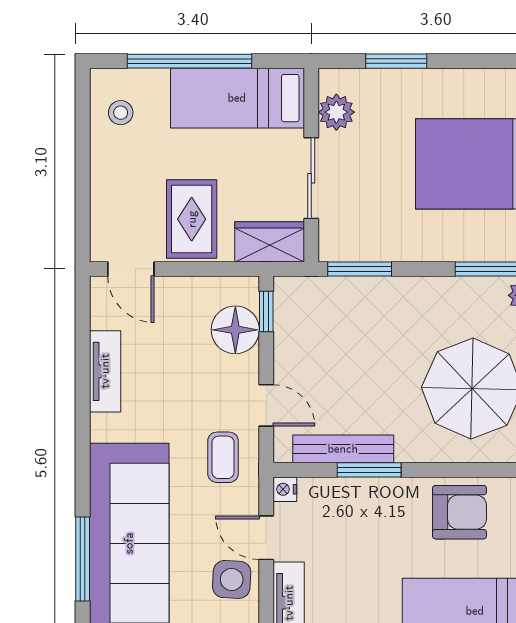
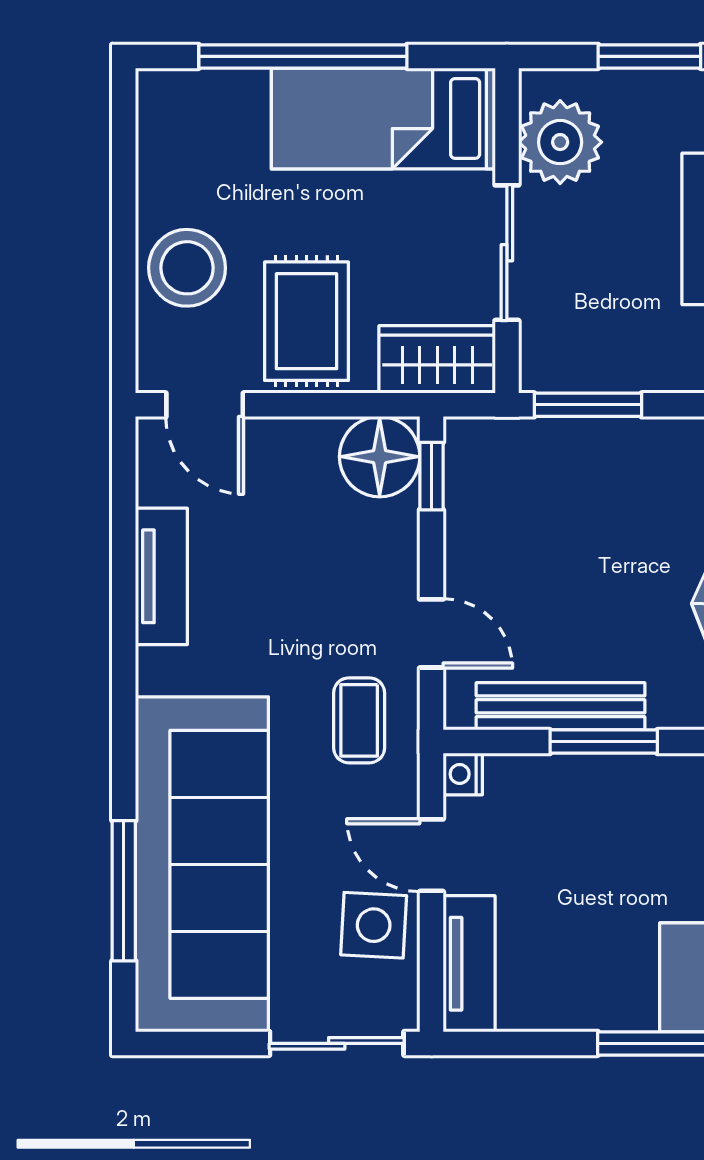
plant: (336, 112) -> (560, 142), width x1.36, depth x1.36
stool: (121, 113) -> (187, 268), moved, width x1.89, depth x1.89
floor lamp: (235, 330) -> (380, 457), moved

